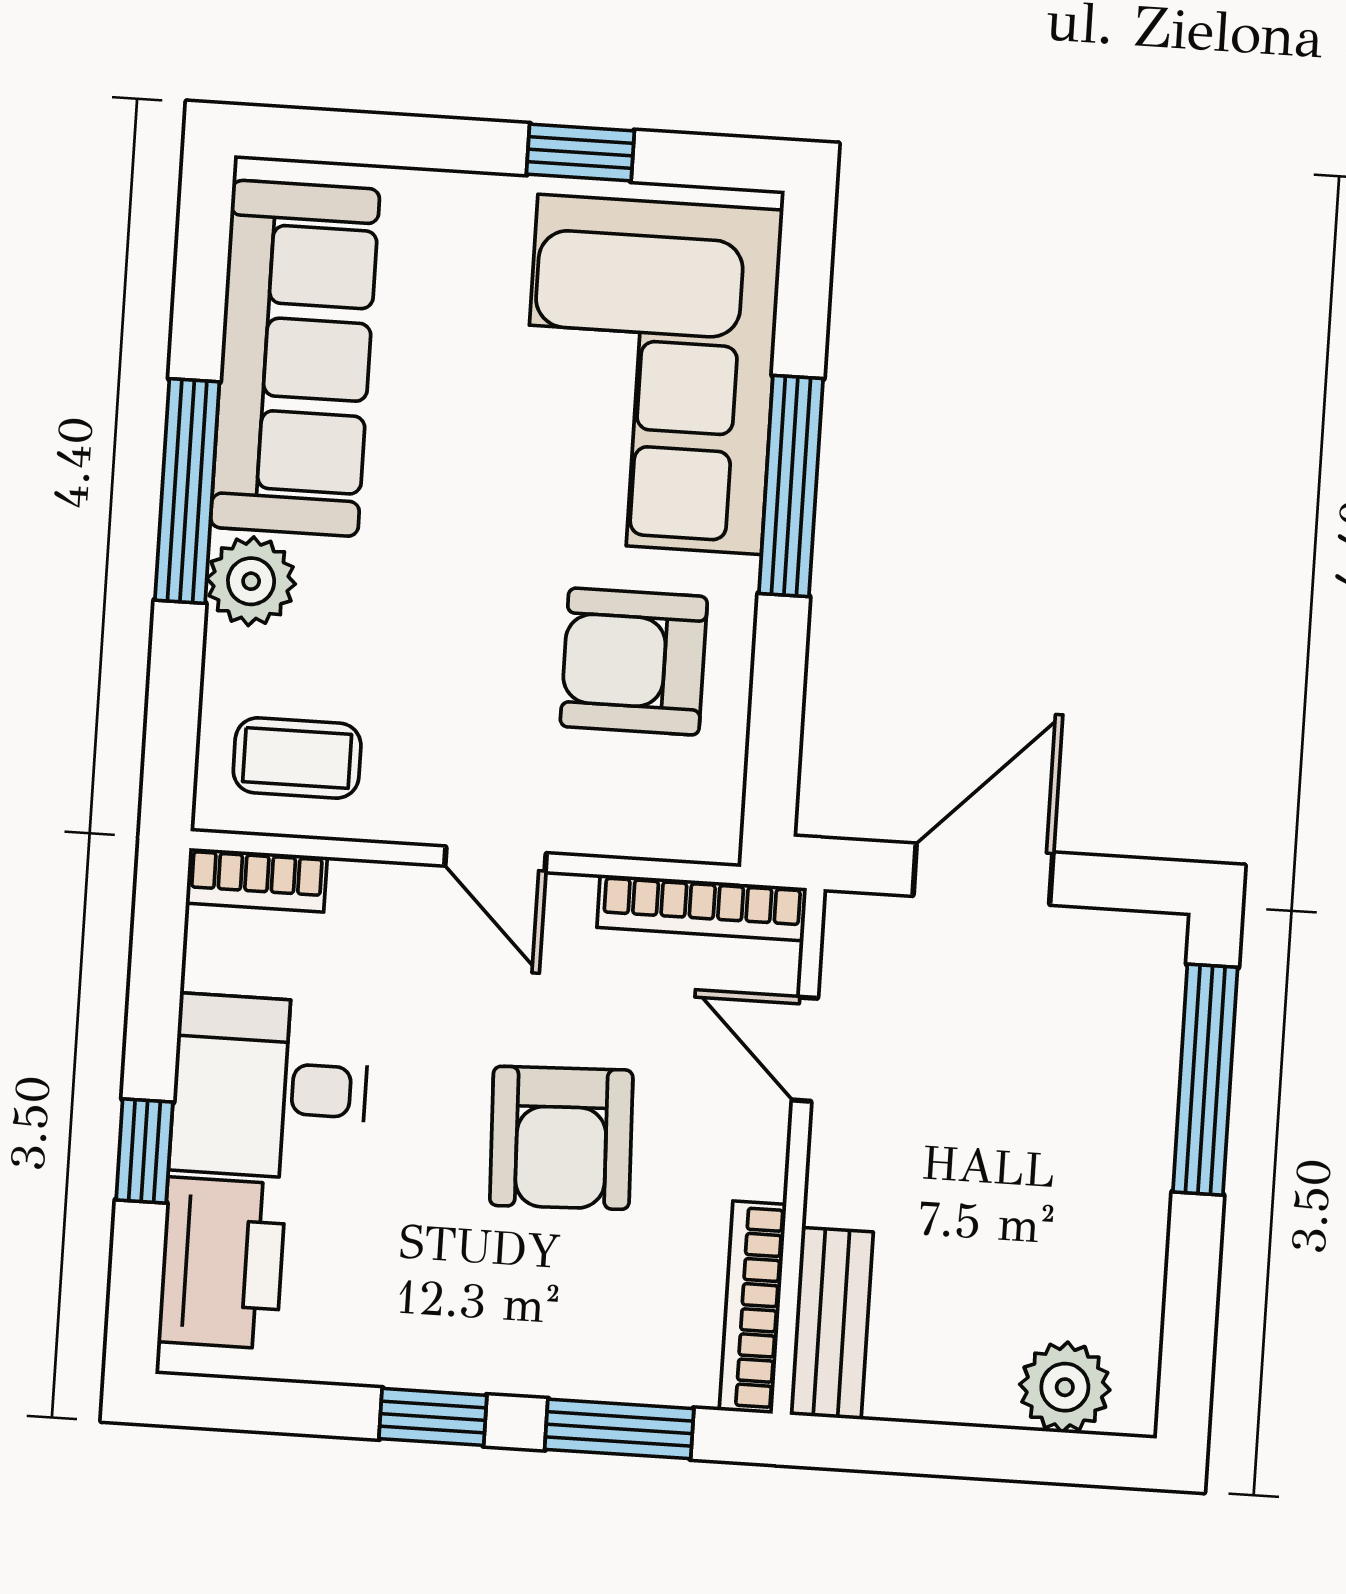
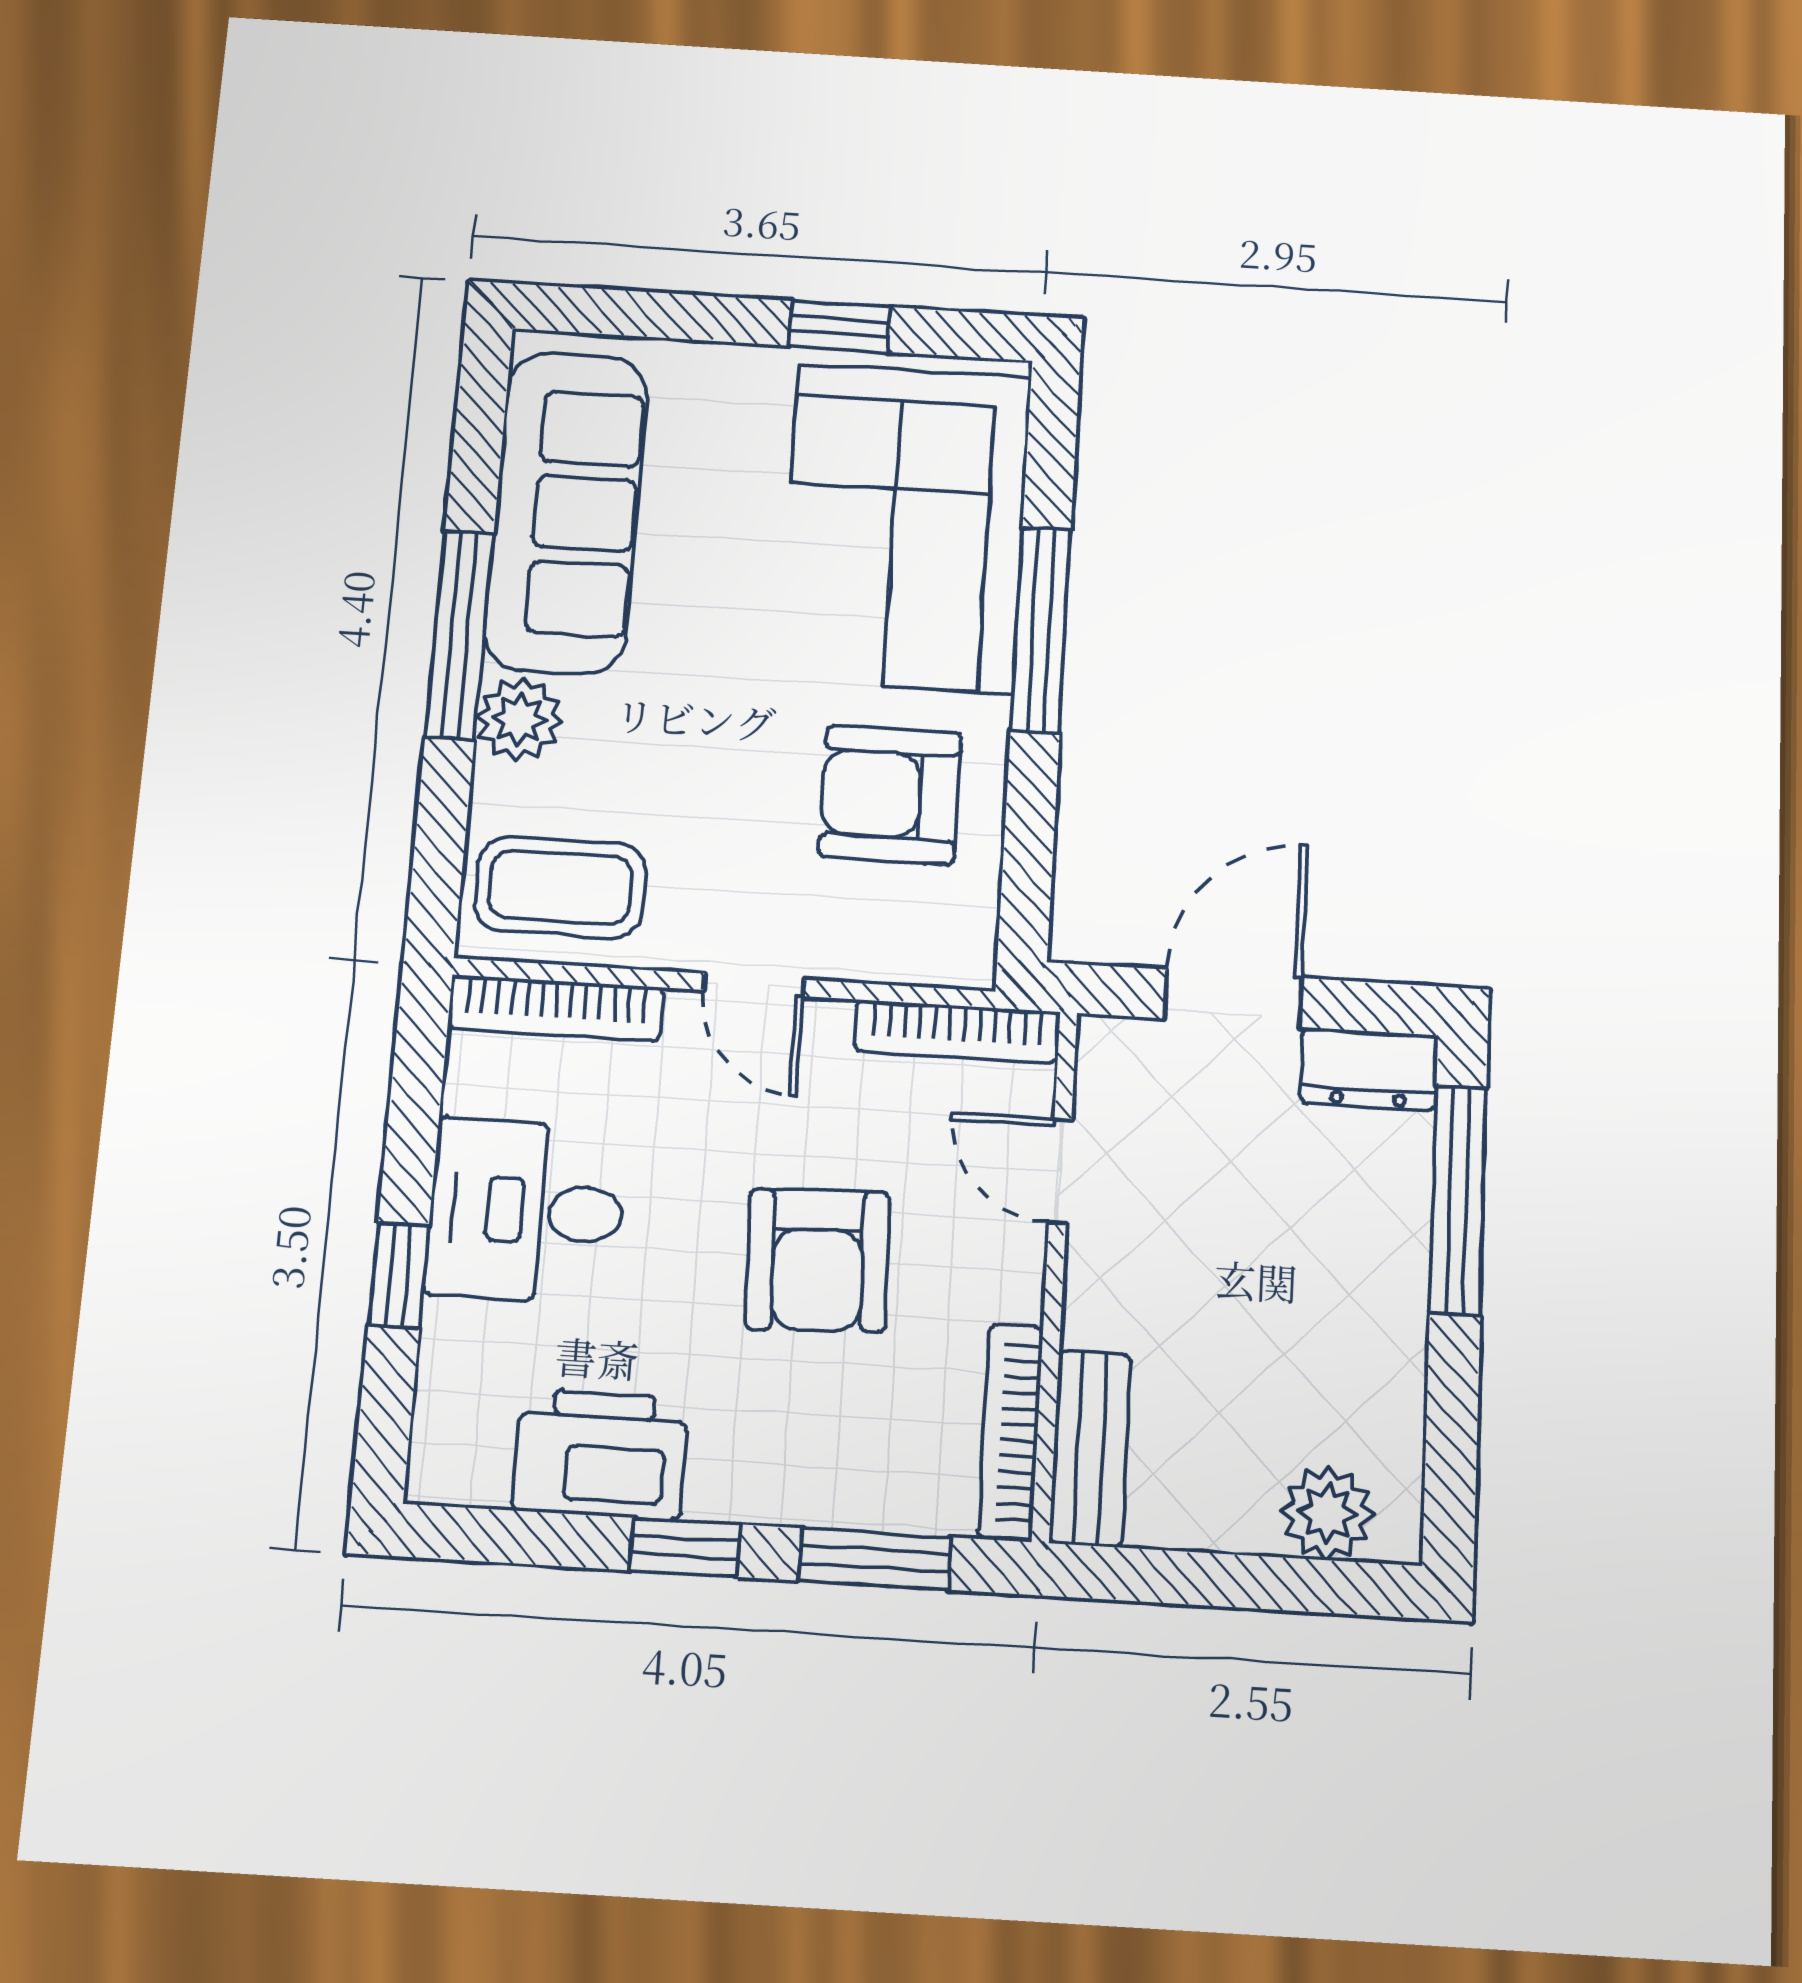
coffee table: (297, 758) -> (560, 887), width x1.36, depth x1.30
bookcase: (256, 880) -> (556, 1008), width x1.56
dresser: (1119, 947) -> (1369, 1069), added
printer: (222, 1263) -> (601, 1454), moved, turned -90

